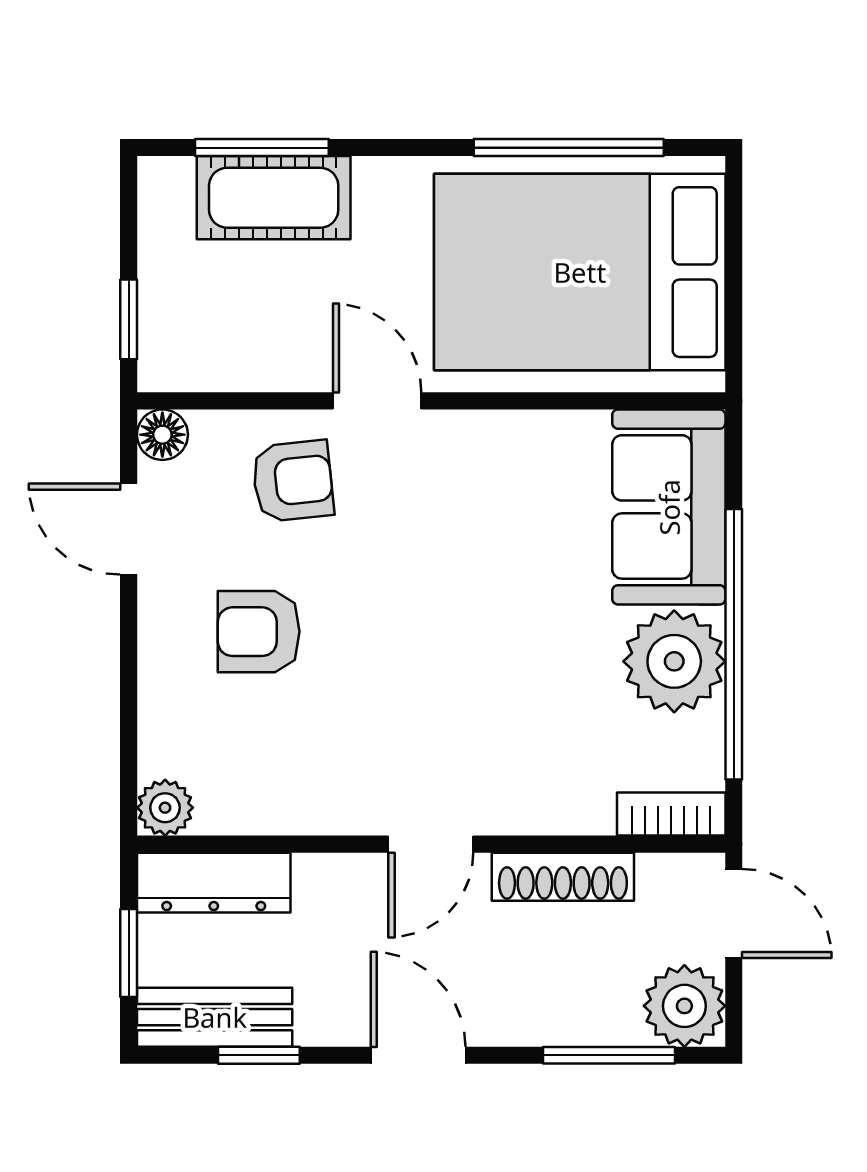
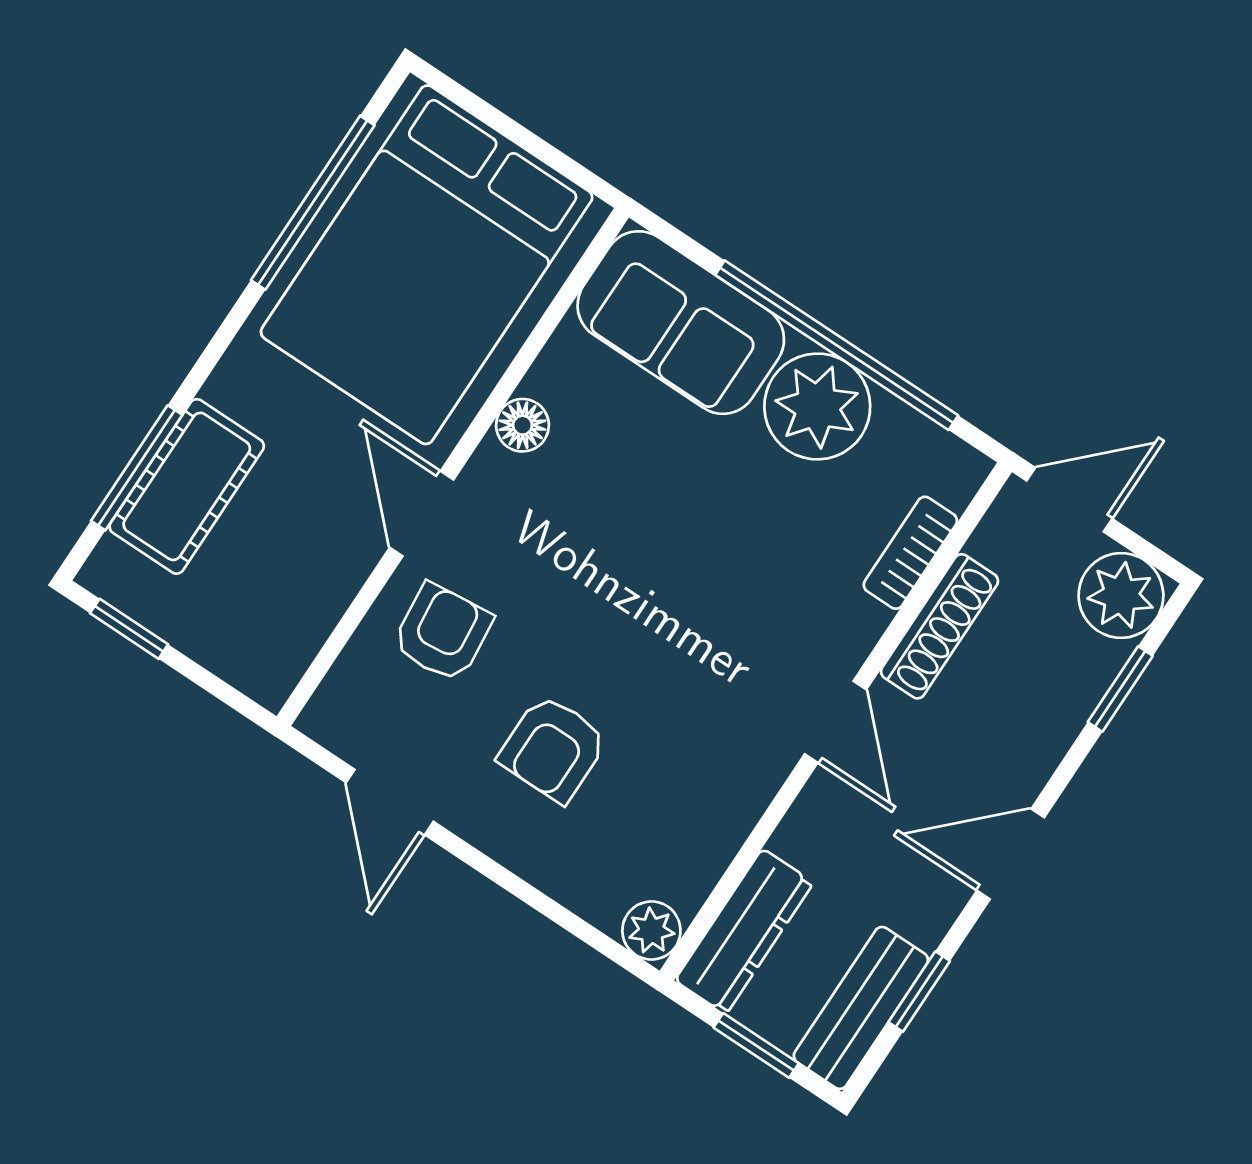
window: (129, 319) -> (129, 629), moved
door: (377, 401) -> (422, 514), hinge flipped
floor lamp: (162, 435) -> (523, 425), moved
door: (129, 529) -> (390, 802), hinge flipped
bookcase: (671, 814) -> (910, 553), moved
window: (609, 1055) -> (1120, 689), width x0.67

